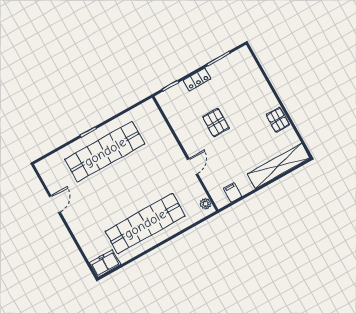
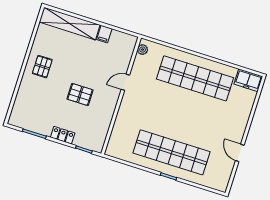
pallet: (278, 120) -> (42, 67), moved
pallet: (216, 123) -> (80, 94), turned 90
filing cabinet: (232, 192) -> (104, 34), moved
door: (55, 204) -> (240, 153), hinge flipped

